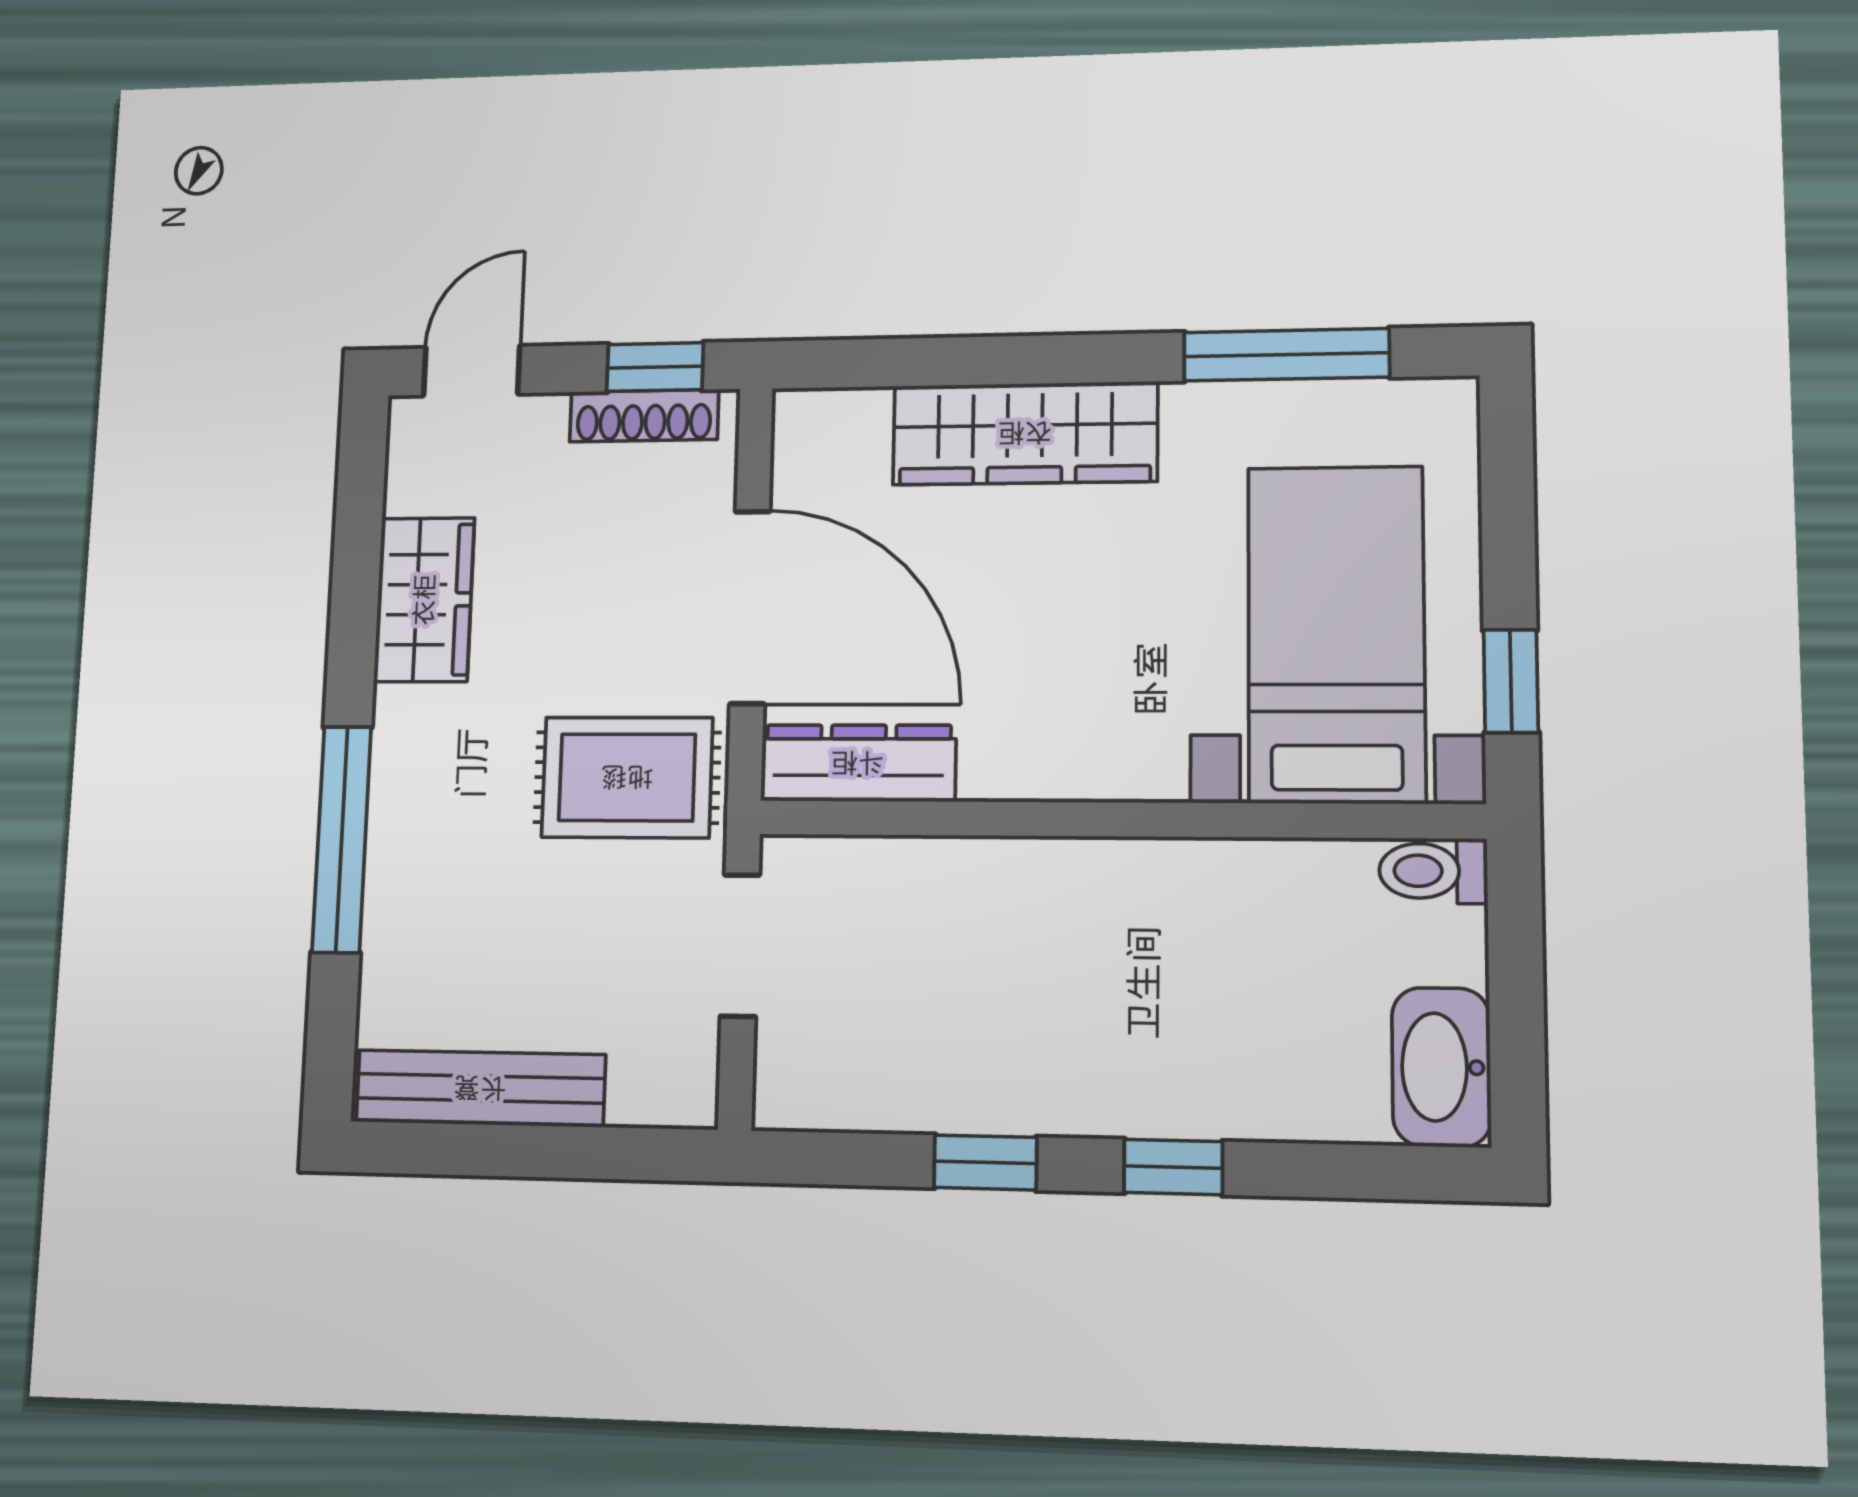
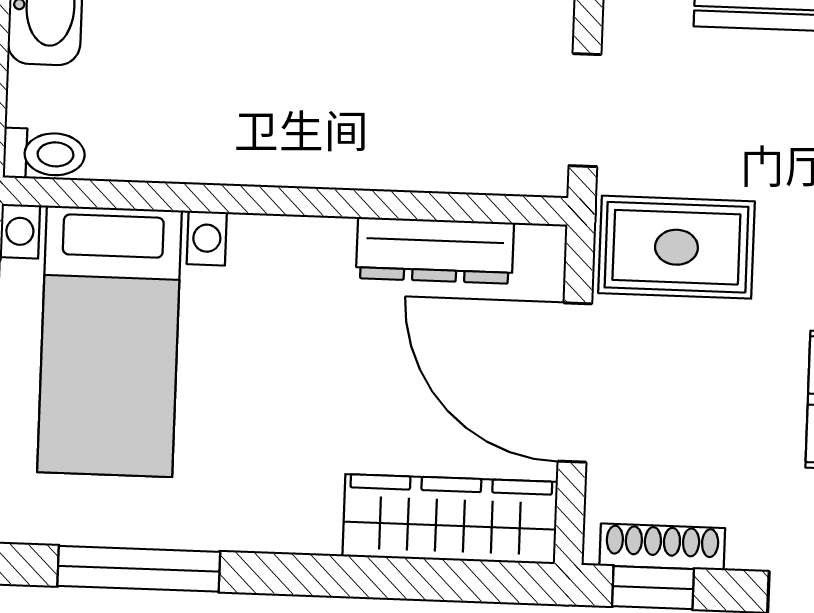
wardrobe: (1025, 433) -> (450, 519), moved
dresser: (858, 763) -> (435, 250), moved

